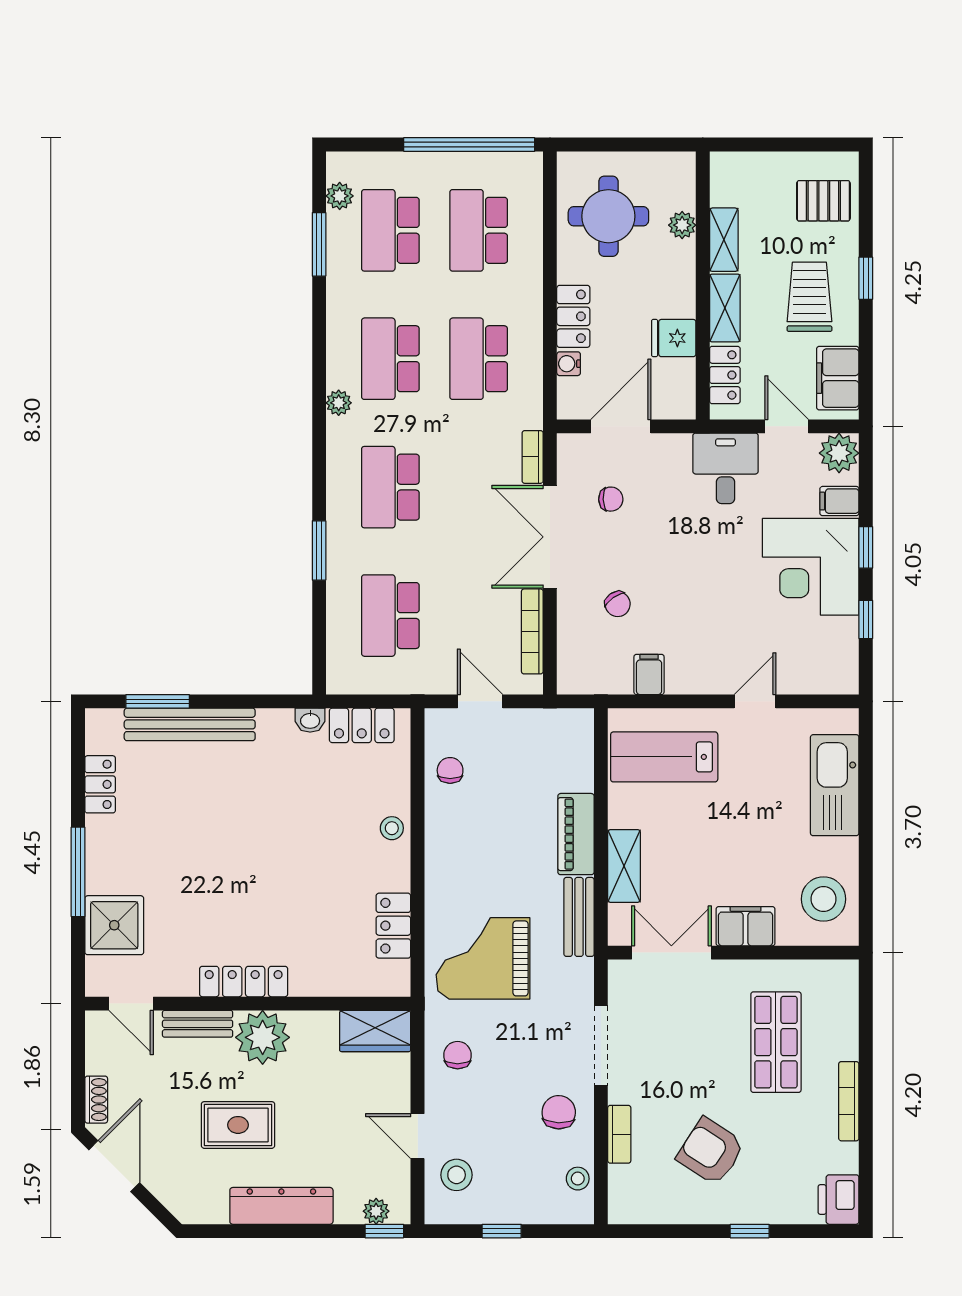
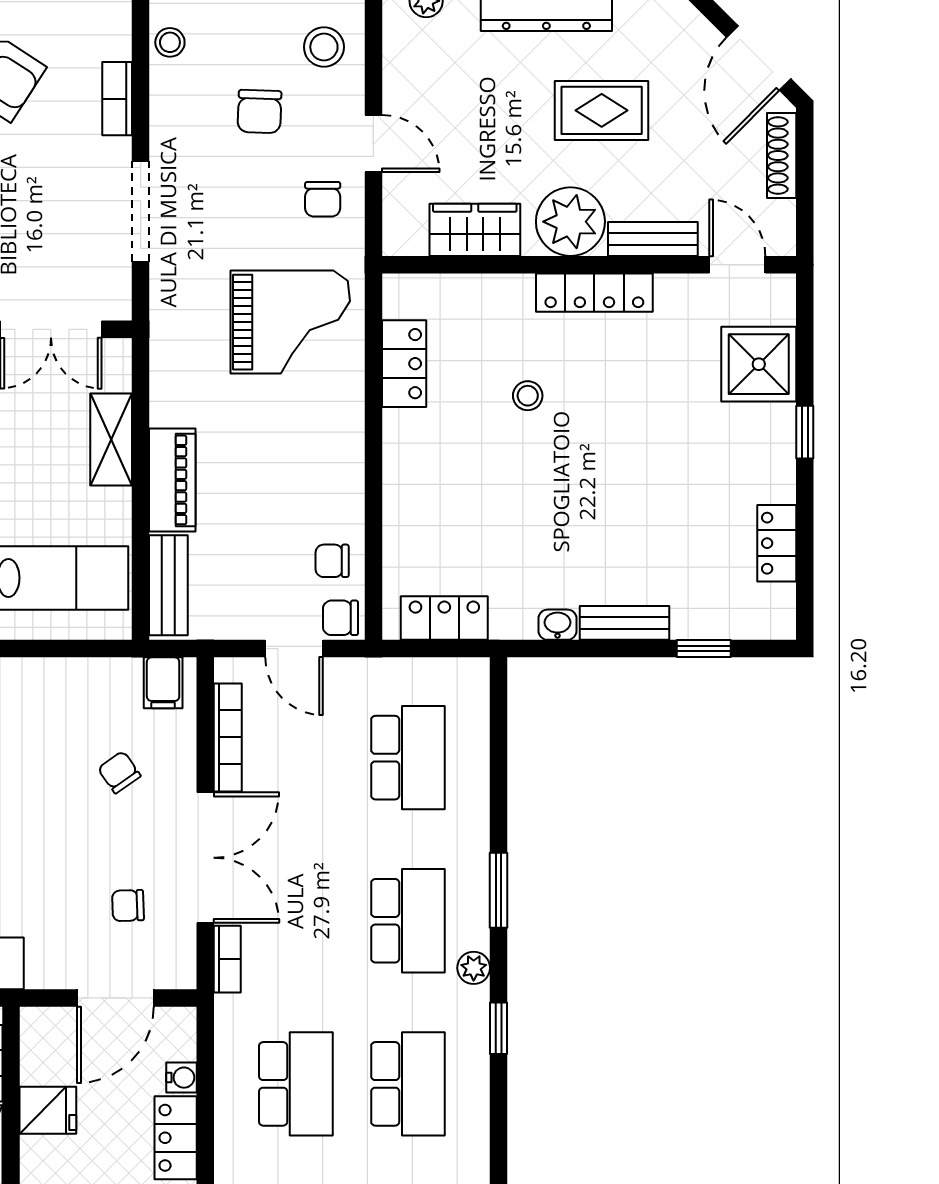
window: (319, 402) -> (499, 1028), added
plant: (339, 403) -> (474, 968), moved
window: (319, 550) -> (499, 890), moved
filing cabinet: (649, 674) -> (163, 683), moved
window: (158, 701) -> (704, 649), width x0.67
washbasin: (310, 720) -> (558, 625), moved
bench: (190, 724) -> (624, 623), width x0.54, depth x0.82
chair: (444, 726) -> (340, 618), added
chair: (450, 770) -> (332, 561), turned 90
stool: (392, 828) -> (528, 396), moved
window: (78, 872) -> (805, 432), width x0.46
bench: (579, 917) -> (168, 585), moved
wardrobe: (375, 1031) -> (475, 230), moved
shoe rack: (96, 1100) -> (782, 155), width x1.43
chair: (559, 1112) -> (259, 111), moved
door: (418, 1136) -> (373, 144), moved

